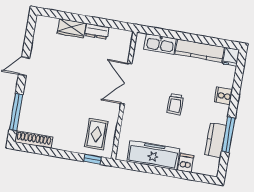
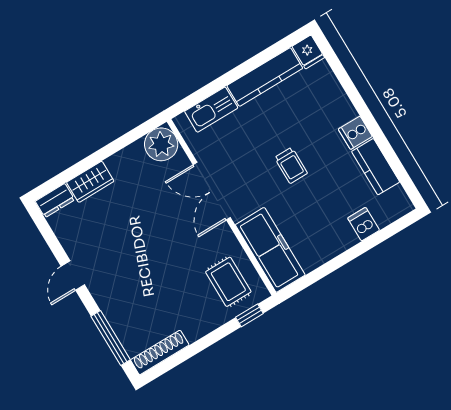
dresser: (97, 31) -> (55, 201), moved
plant: (121, 40) -> (161, 144), added
cooker: (223, 96) -> (355, 133), moved
window: (228, 135) -> (385, 147), removed
freezer: (153, 155) -> (270, 250), moved, turned 90

